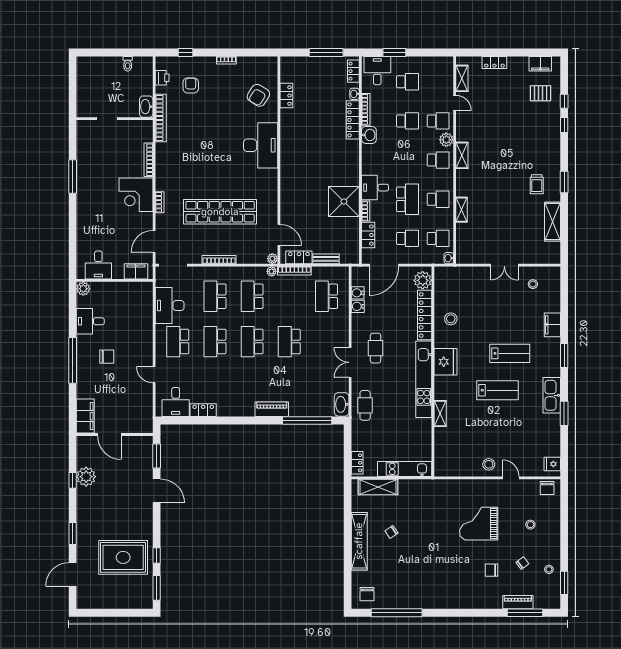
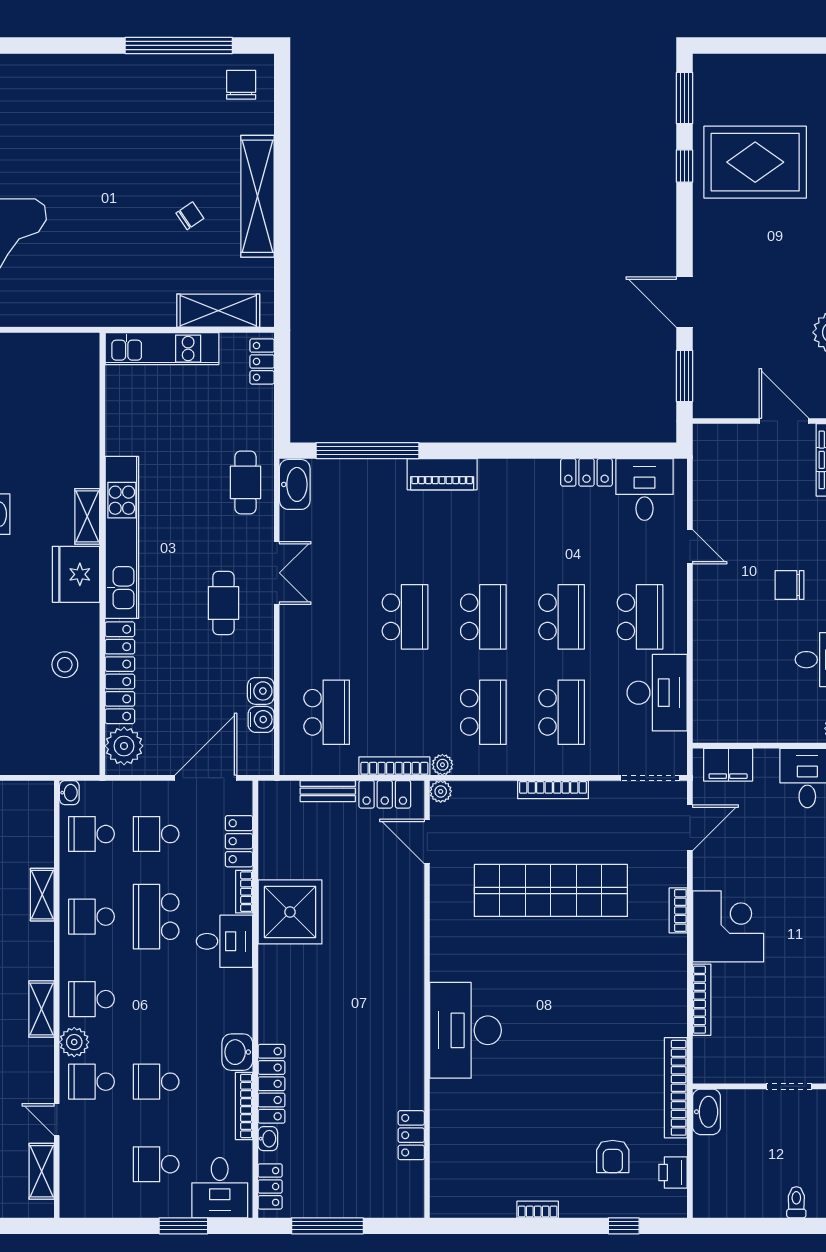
toilet: (128, 64) -> (796, 1202), moved
armchair: (258, 95) -> (470, 1136), removed
shelving: (440, 414) -> (87, 516), moved

